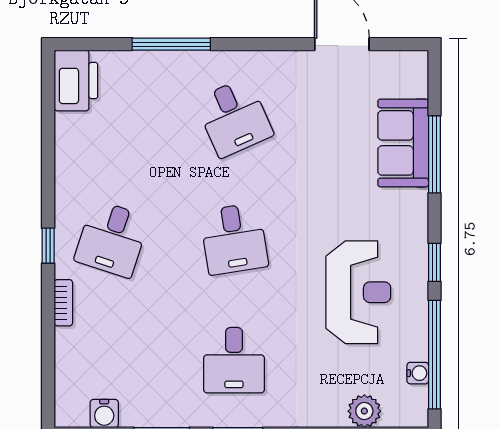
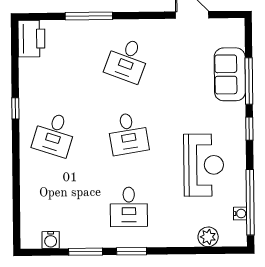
desk: (234, 117) -> (127, 60), turned 45
window: (48, 246) -> (15, 108), moved
window: (434, 262) -> (249, 129), moved
bookcase: (63, 303) -> (25, 173), removed

